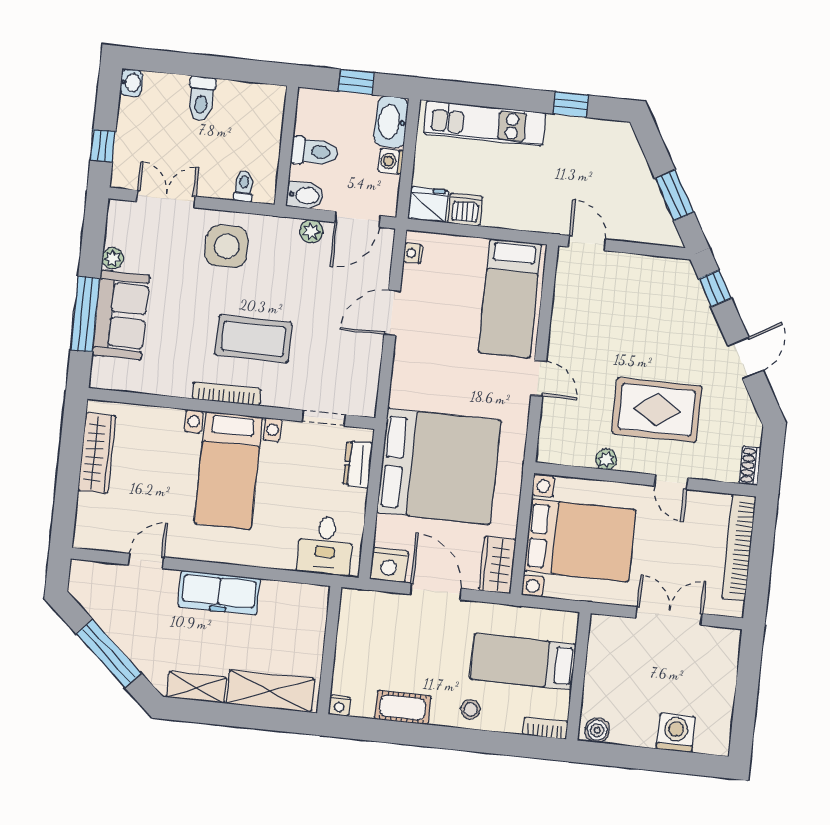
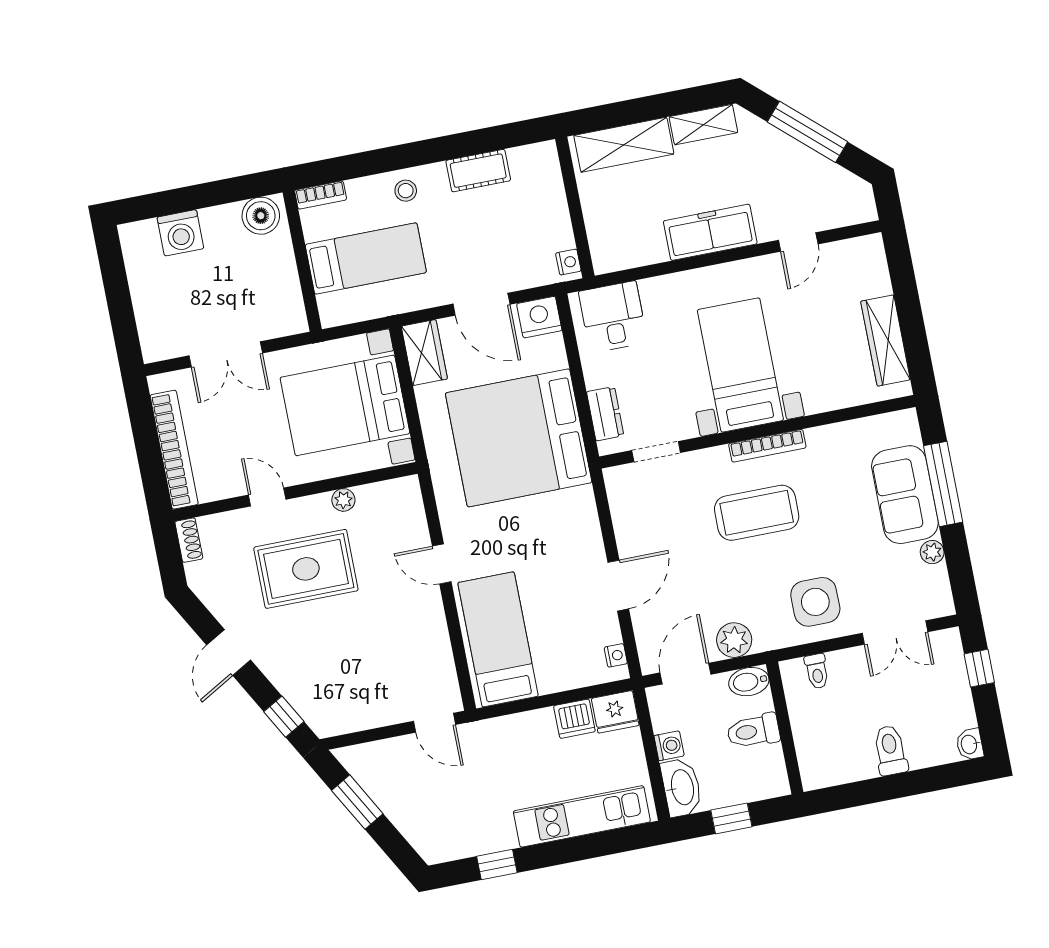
plant: (311, 231) -> (734, 640), width x1.38, depth x1.38
nightstand: (339, 706) -> (568, 262), moved, turned 90
boiler: (597, 730) -> (261, 216), width x1.36, depth x1.36

